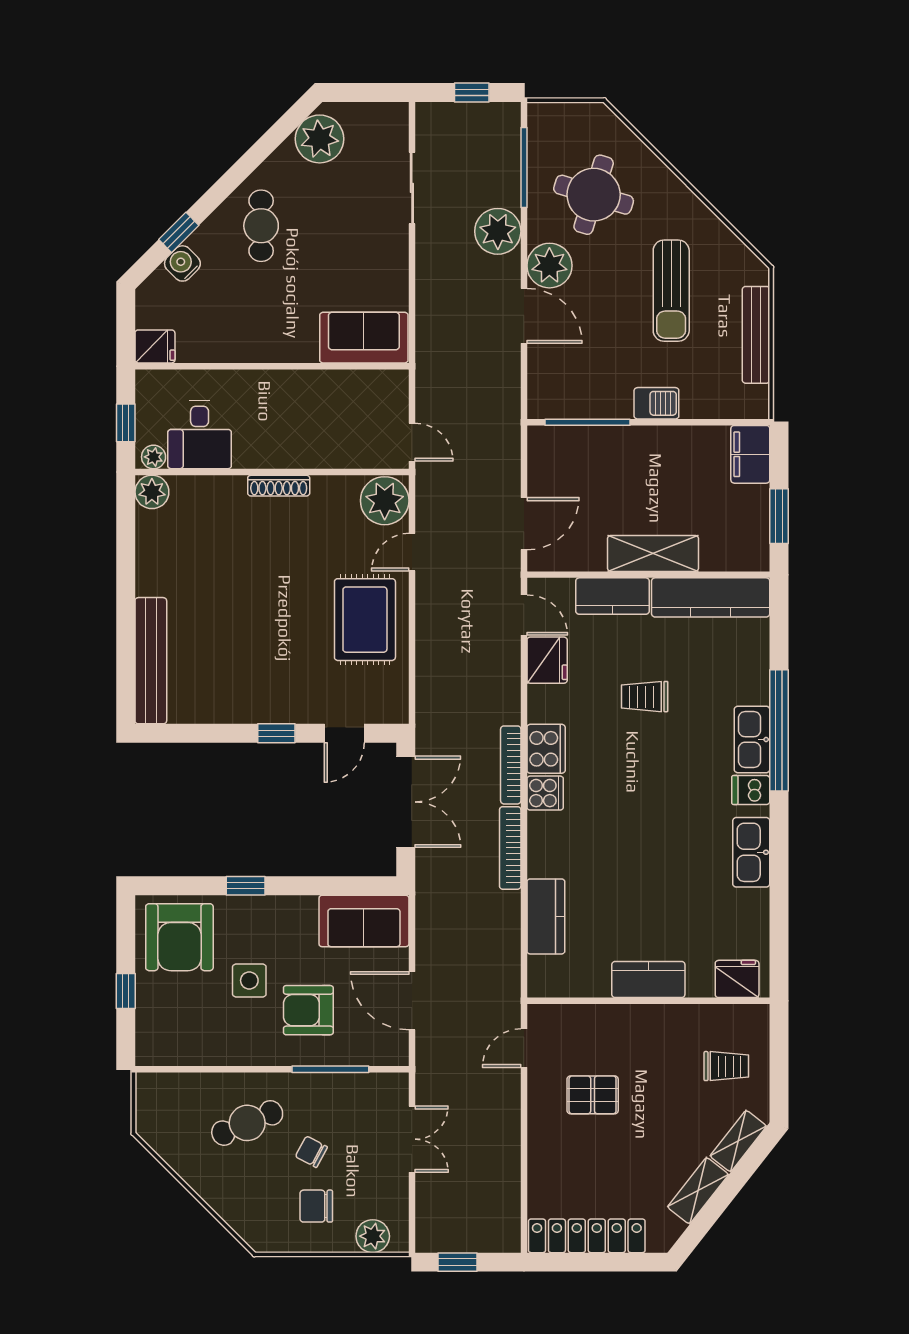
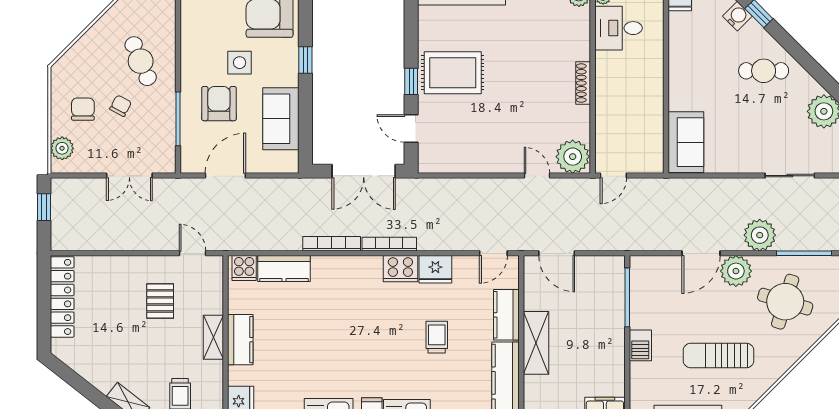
rug: (365, 620) -> (453, 73), moved
fridge: (547, 660) -> (435, 269), moved
cooker: (545, 793) -> (244, 268), moved
sofa: (364, 921) -> (281, 119), moved
shelving: (698, 1191) -> (213, 337), moved, turned 52

